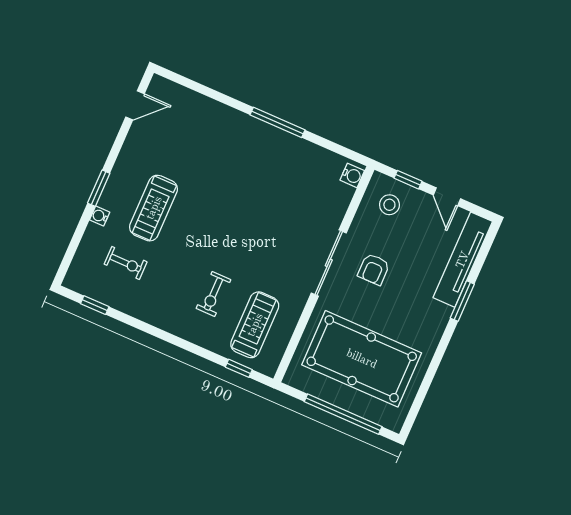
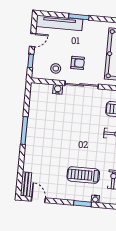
bench: (173, 91) -> (26, 184), added
water cooler: (352, 175) -> (58, 89), moved
stool: (389, 205) -> (56, 68), moved
treadmill: (154, 208) -> (83, 175), turned 180

